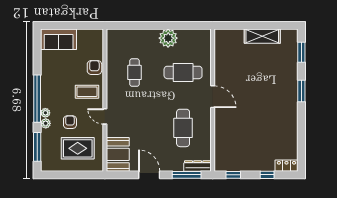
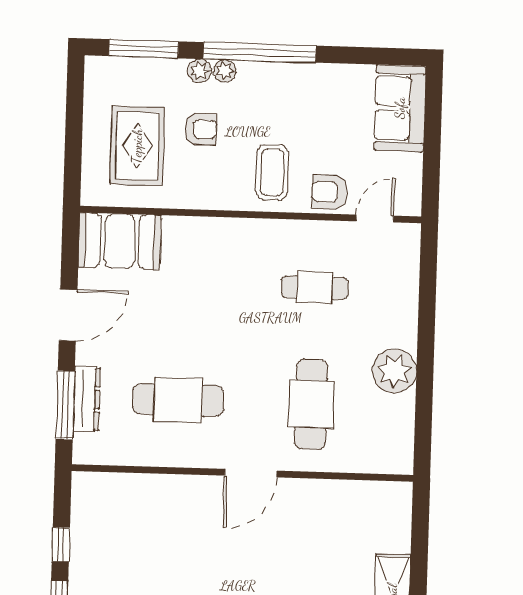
armchair: (94, 68) -> (330, 192), turned 180
door: (105, 116) -> (375, 218), moved
dresser: (198, 166) -> (87, 399), moved
window: (233, 175) -> (61, 545), moved

